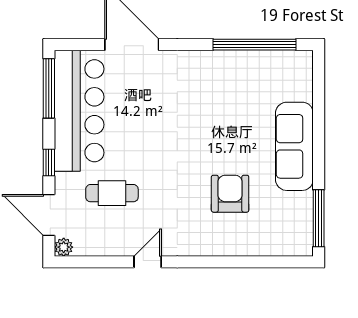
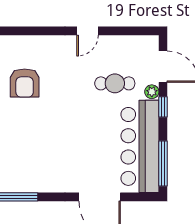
plant: (64, 247) -> (152, 92), moved

